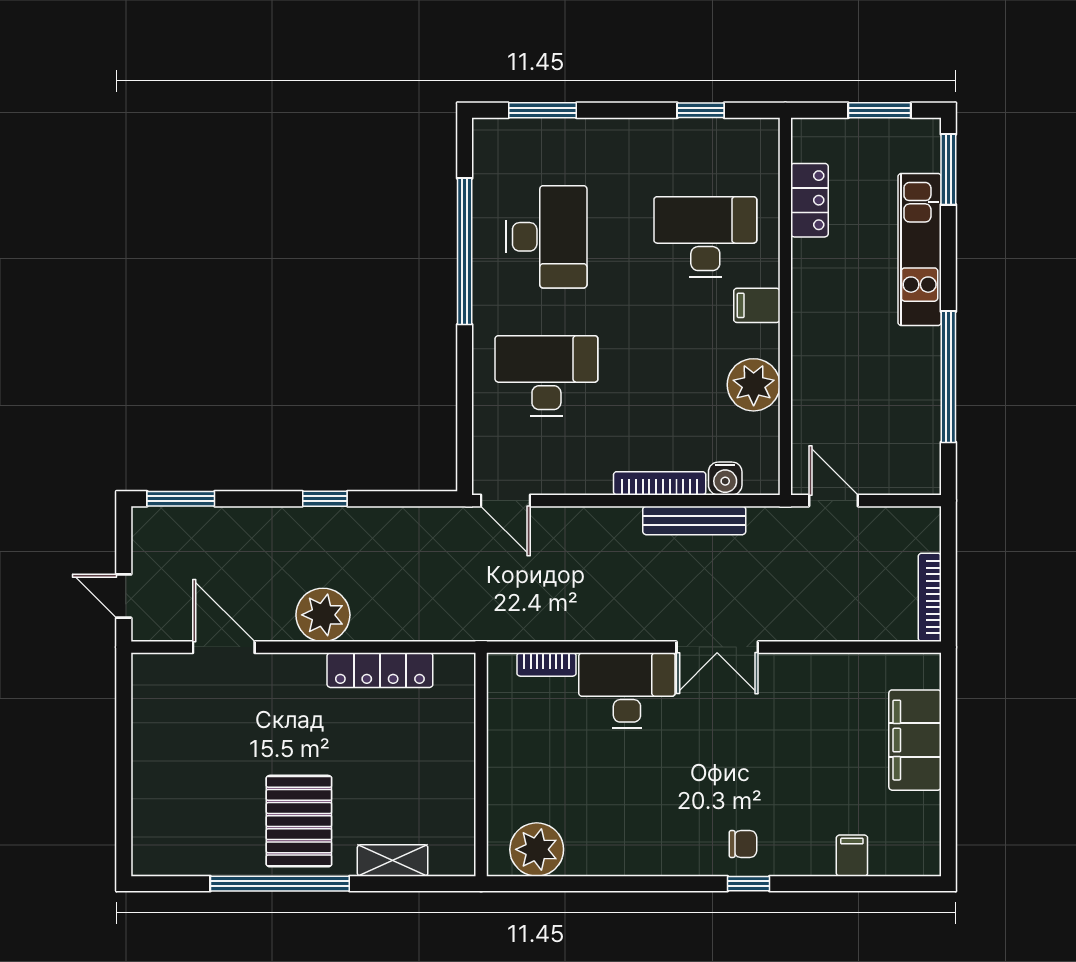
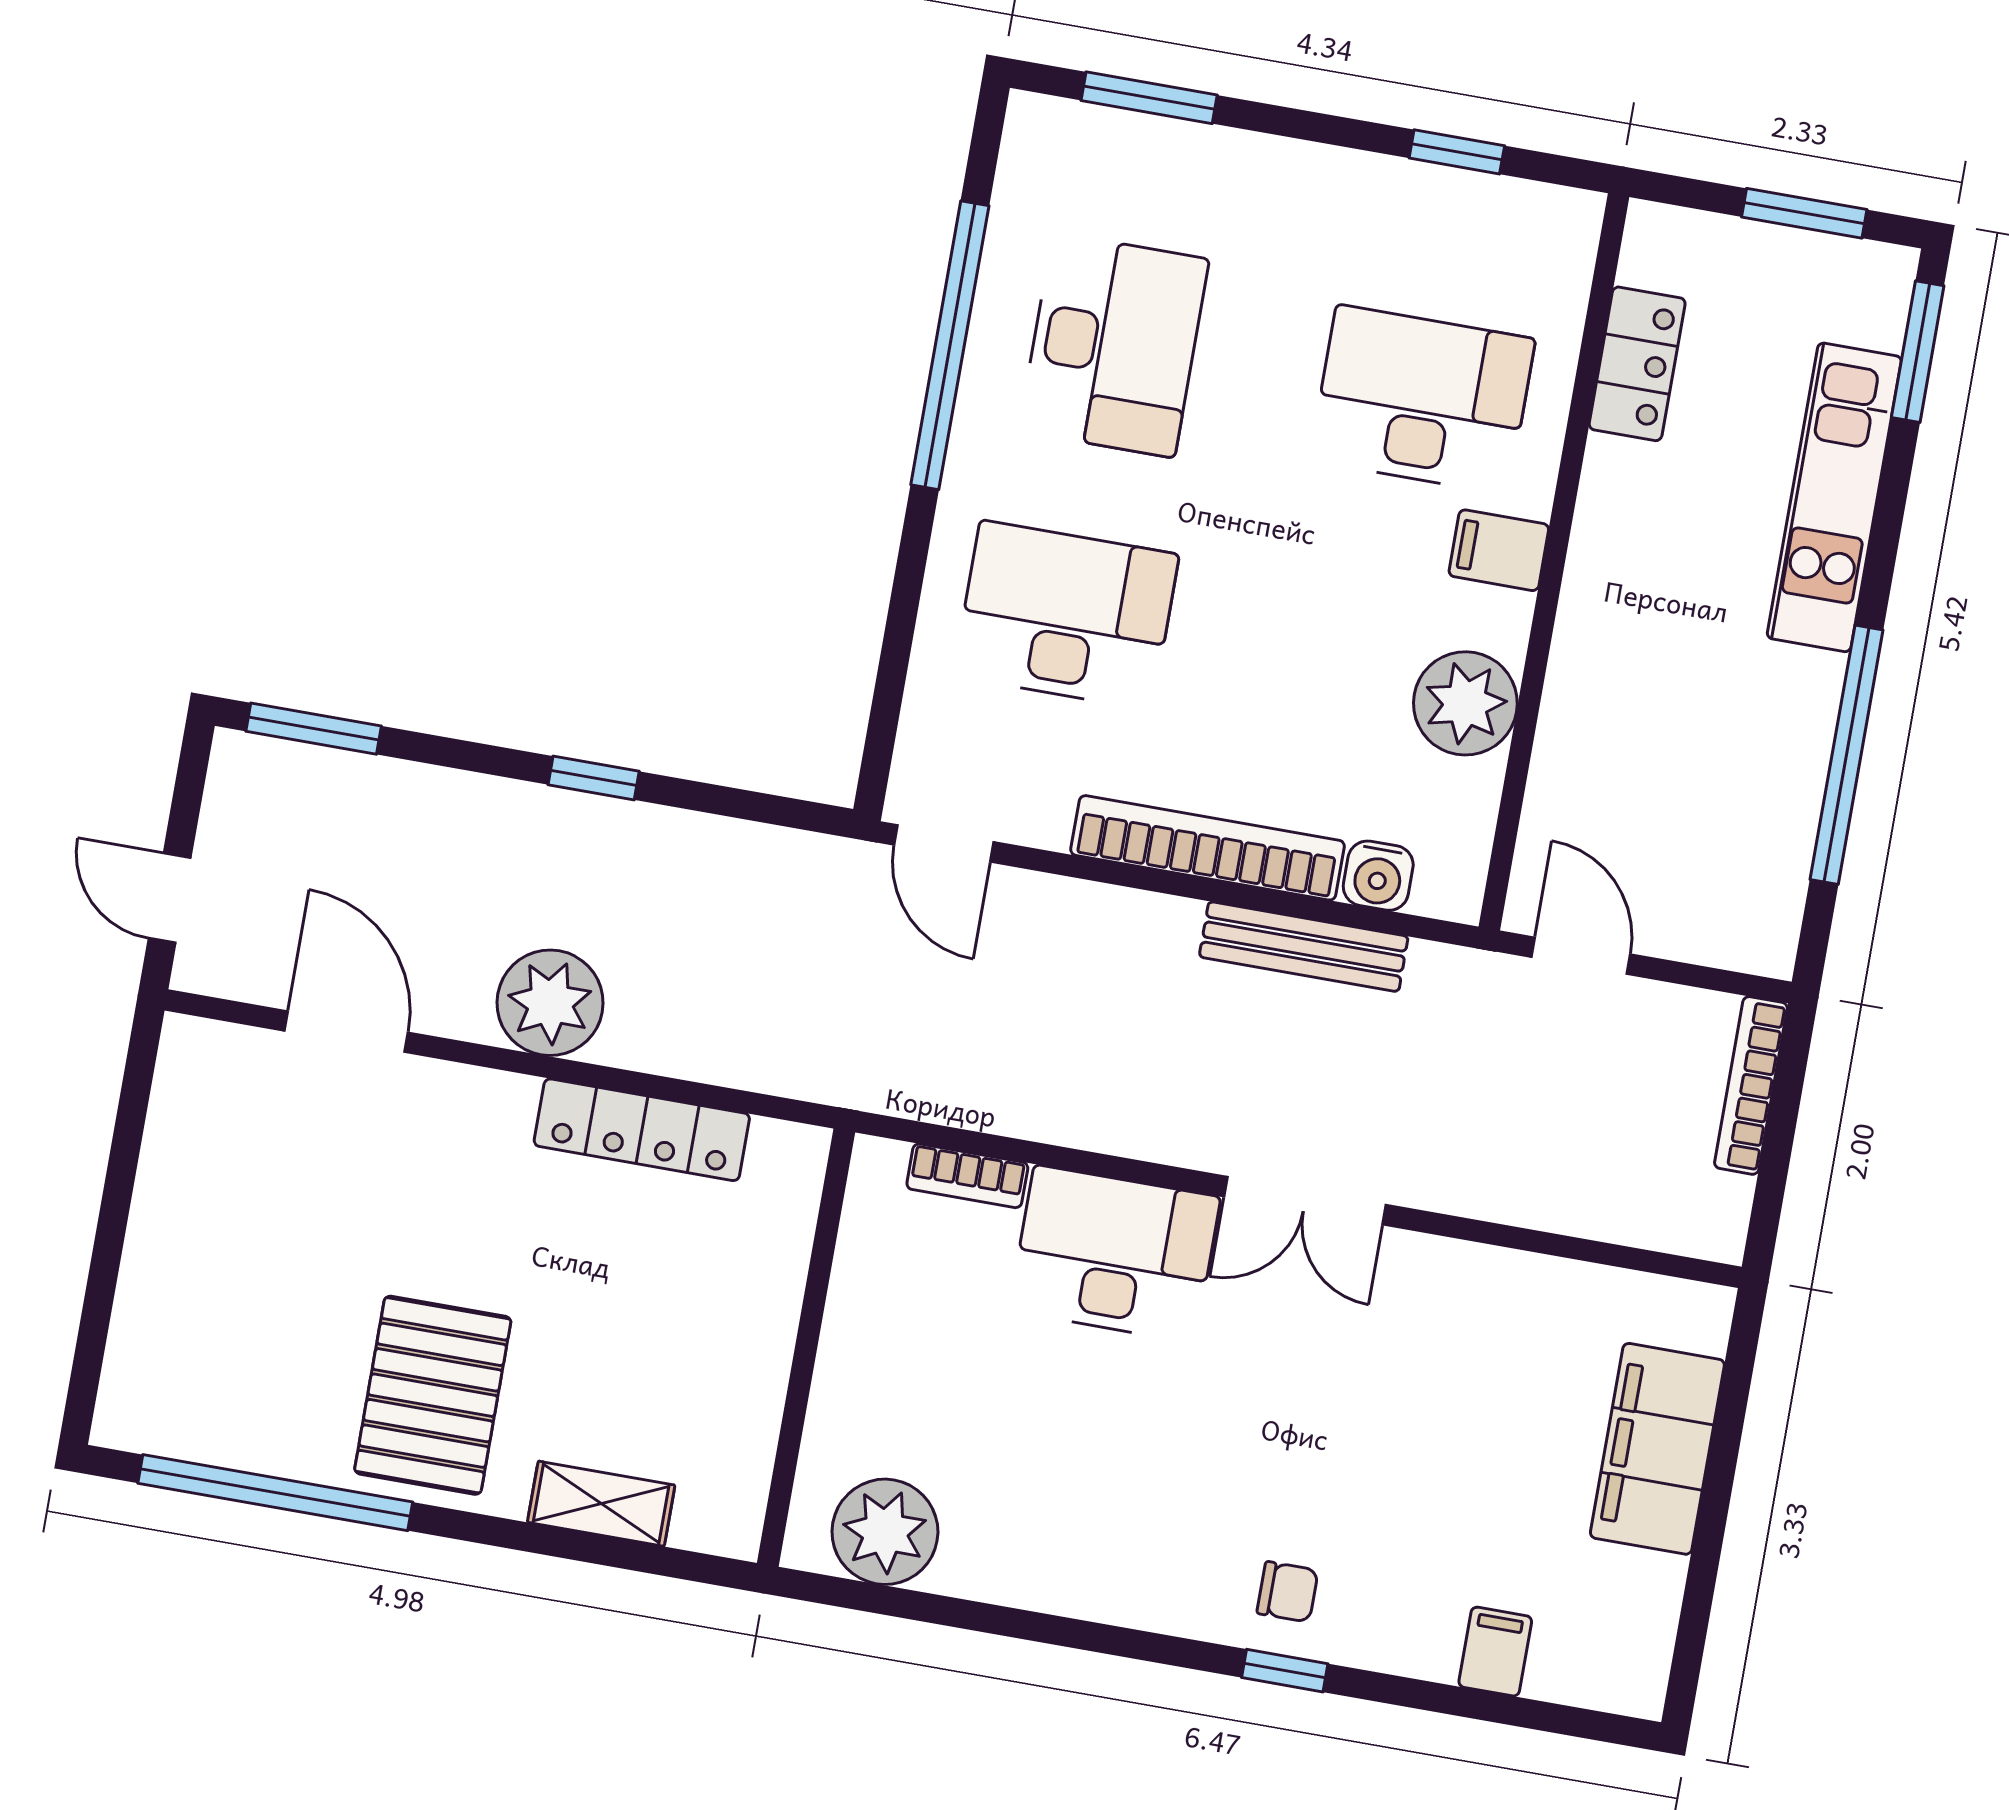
bookcase: (660, 483) -> (1207, 848), width x1.48, depth x1.31
bookcase: (930, 597) -> (1751, 1085), moved
window: (280, 884) -> (275, 1493), moved

